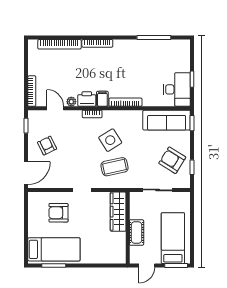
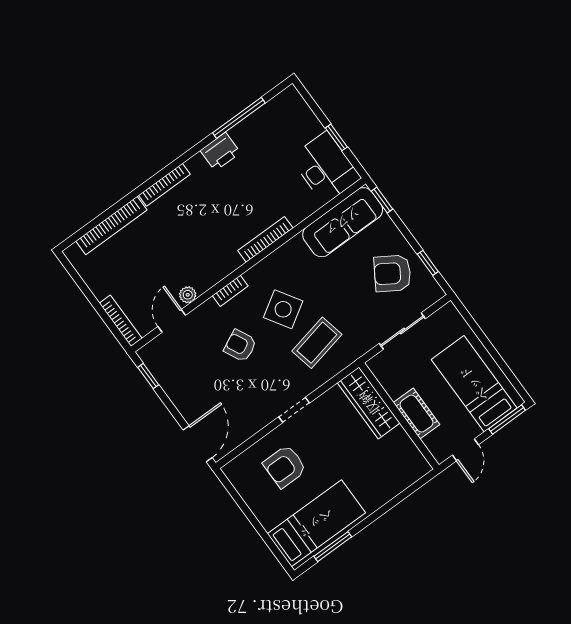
printer: (87, 99) -> (220, 152), moved, turned 180
filing cabinet: (102, 99) -> (229, 258), removed
door: (55, 108) -> (172, 321), hinge flipped
armchair: (47, 146) -> (240, 346), moved

